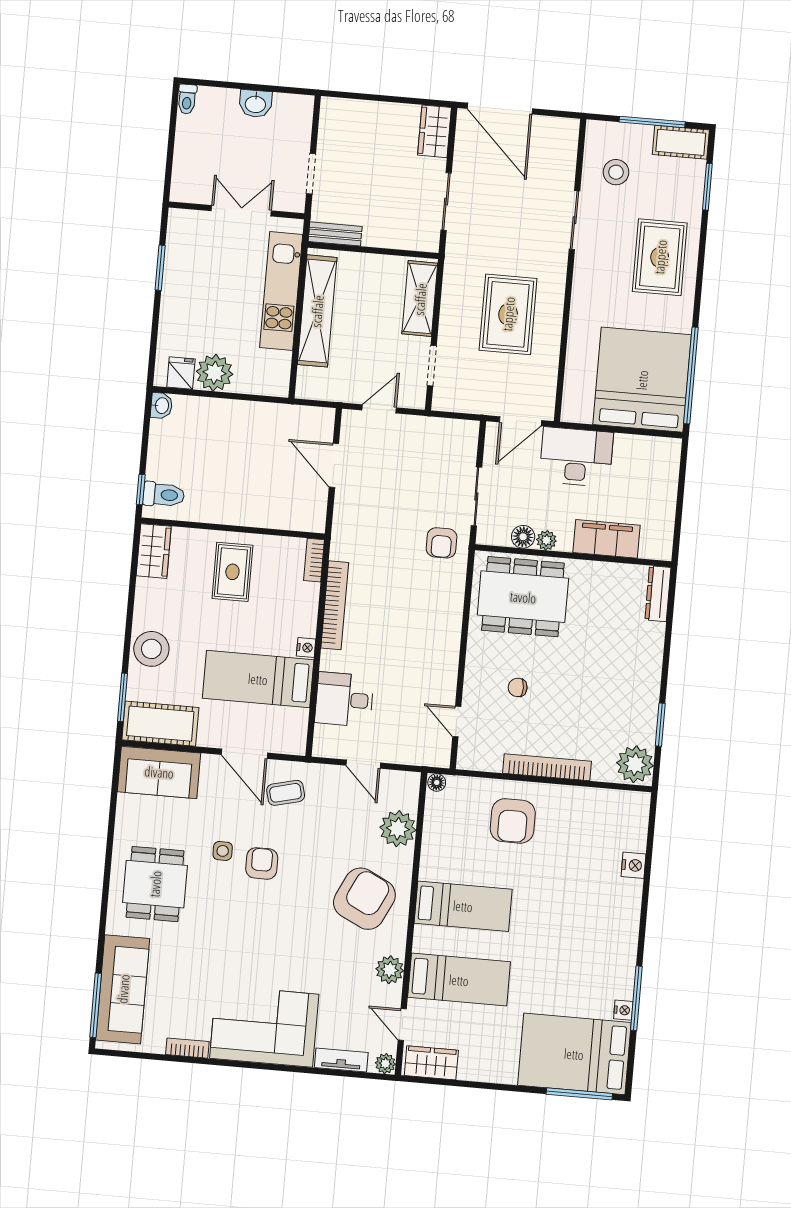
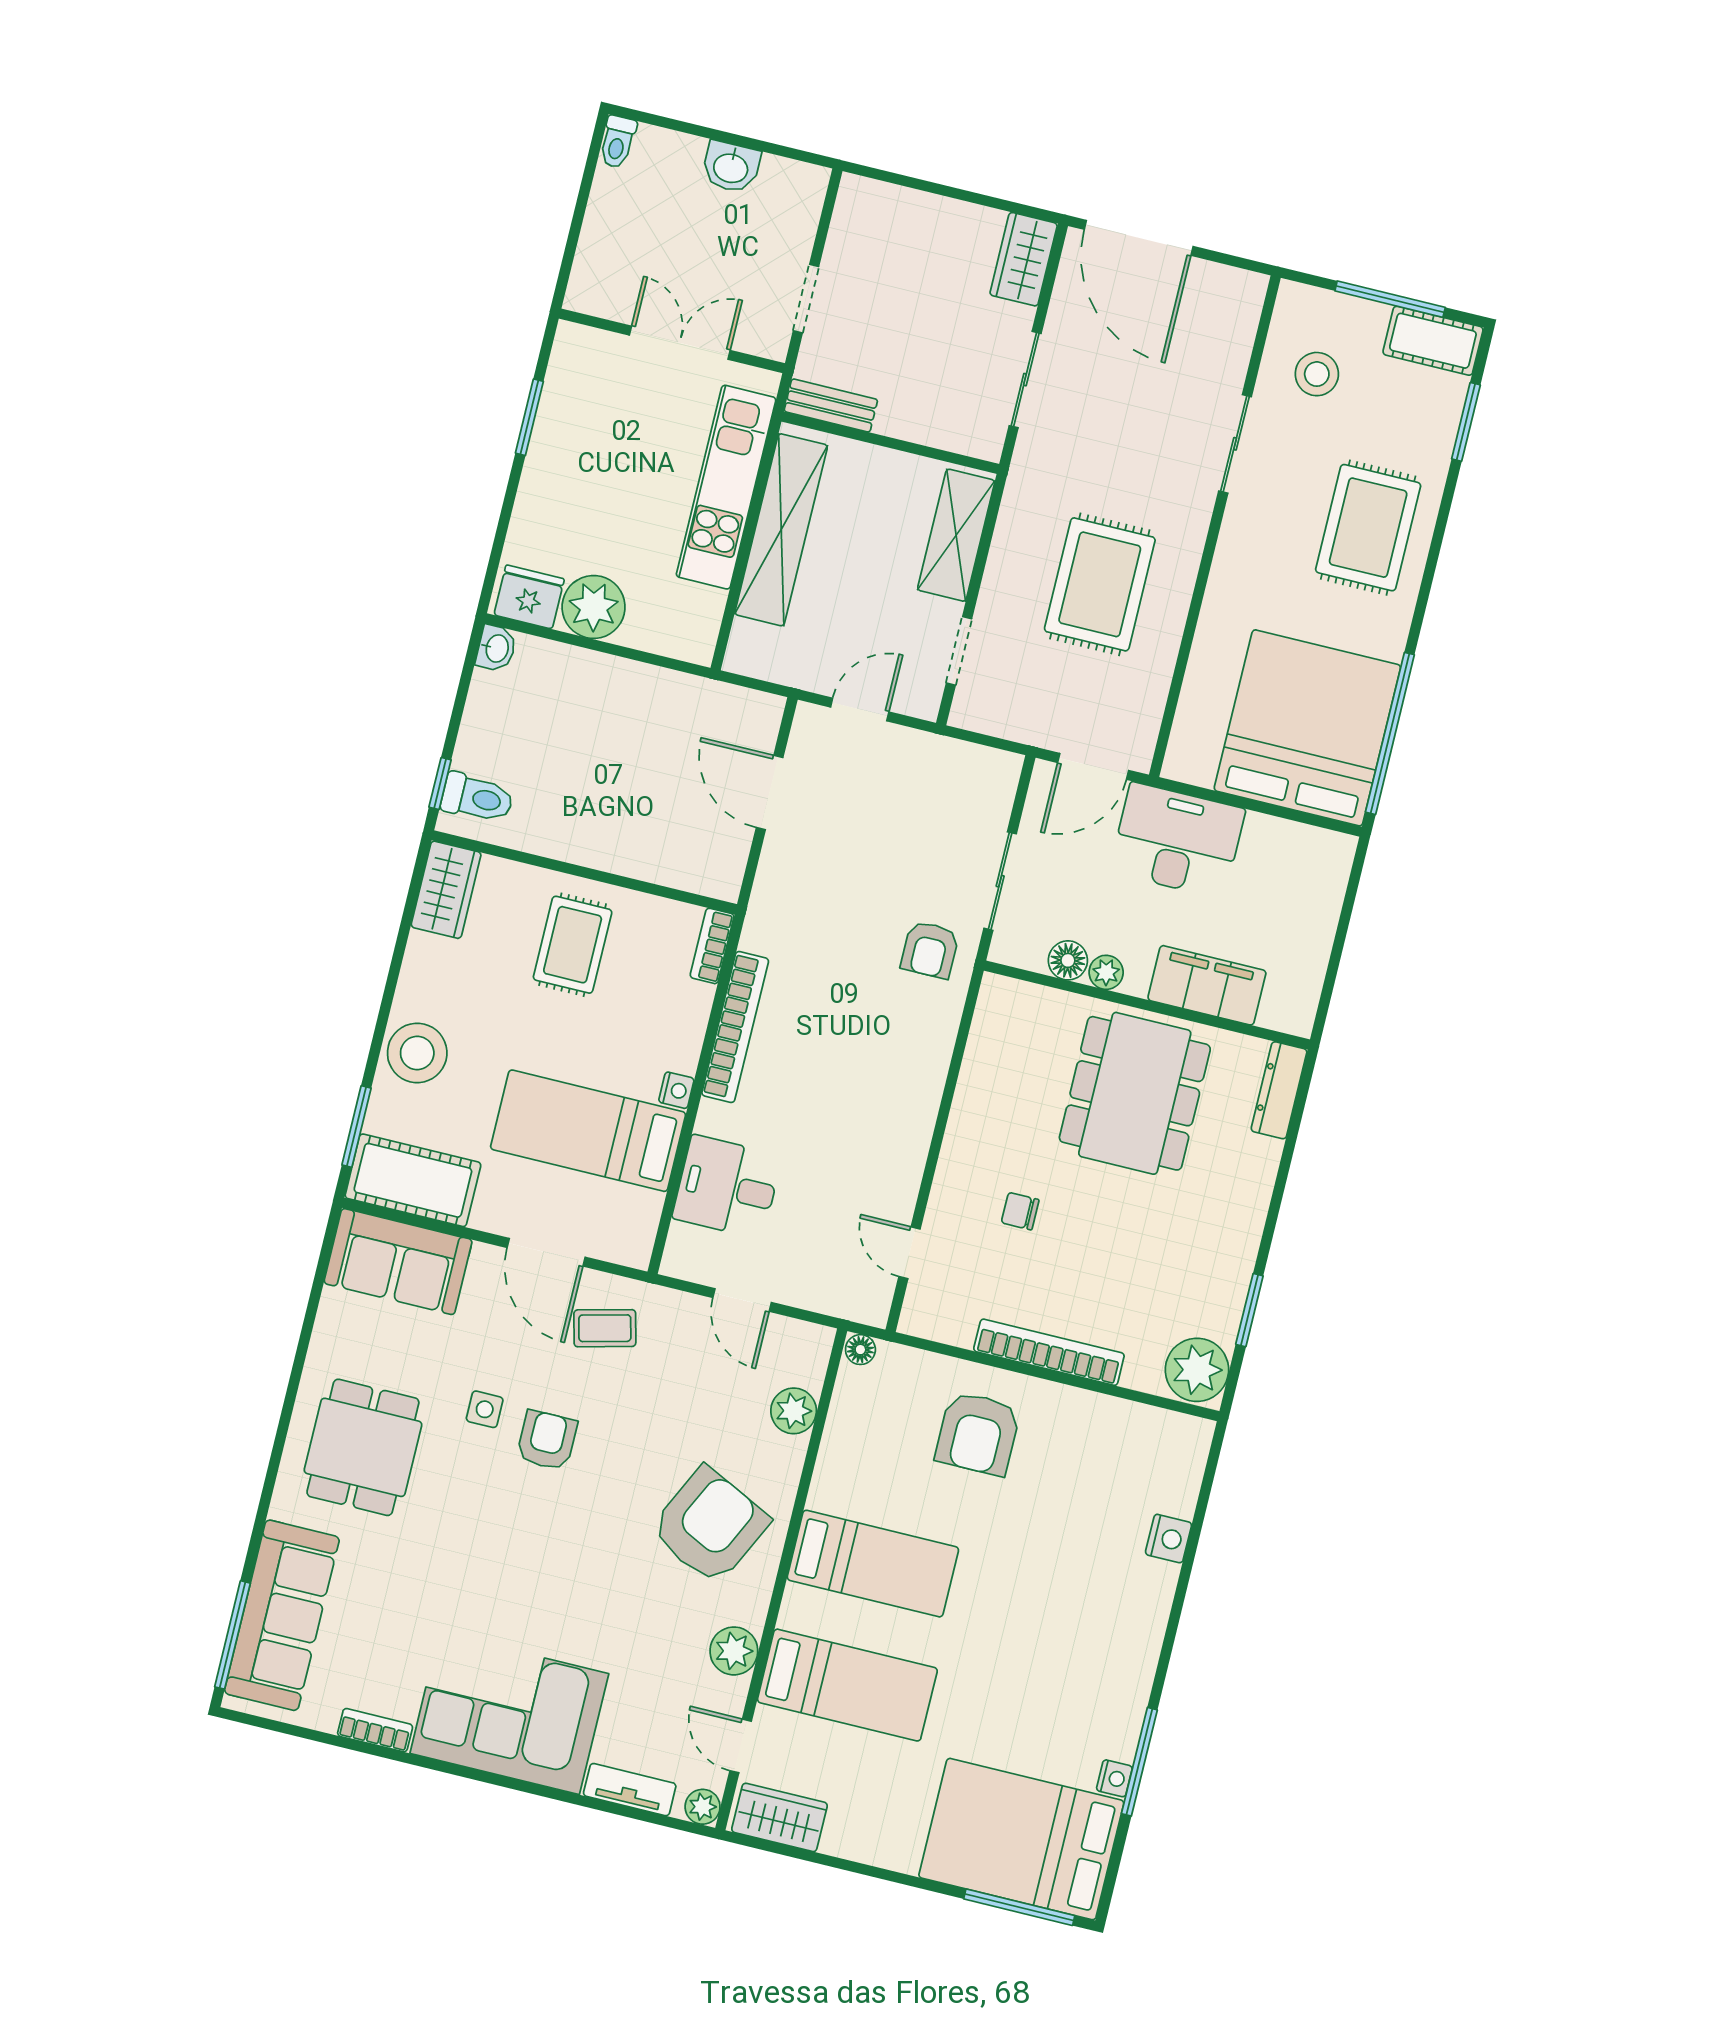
fridge: (181, 373) -> (529, 597), width x1.38
dining table: (523, 597) -> (1135, 1093), moved, turned 90
plant: (398, 829) -> (794, 1411), width x0.73, depth x0.73

